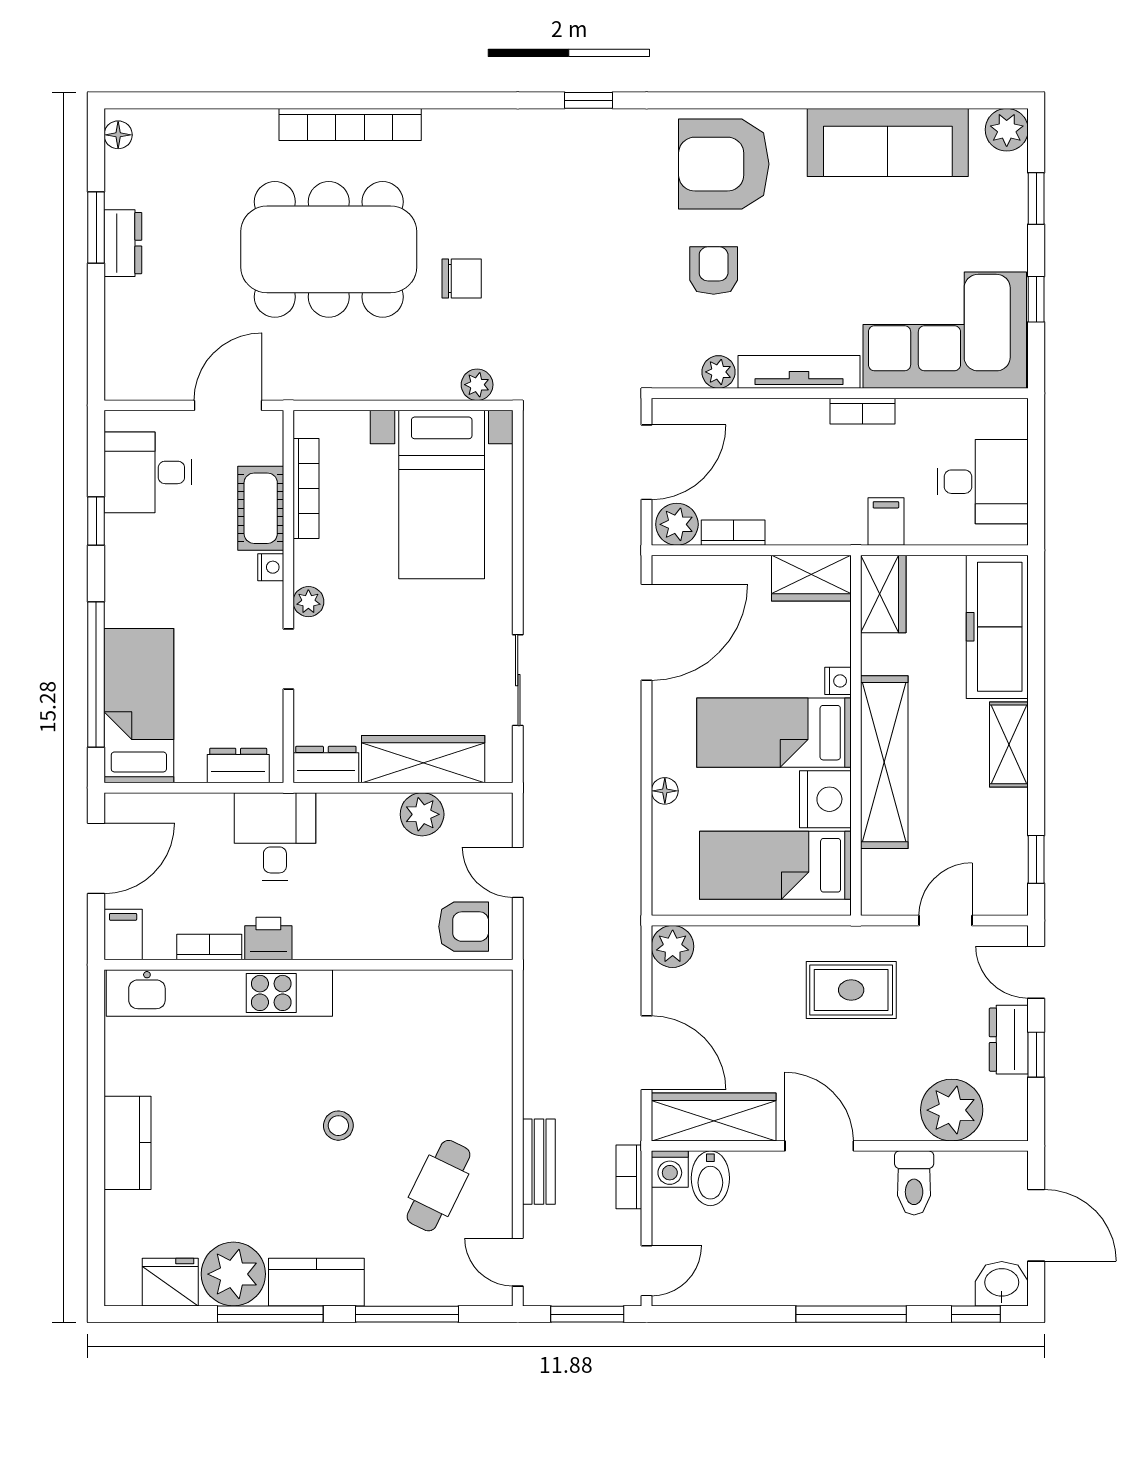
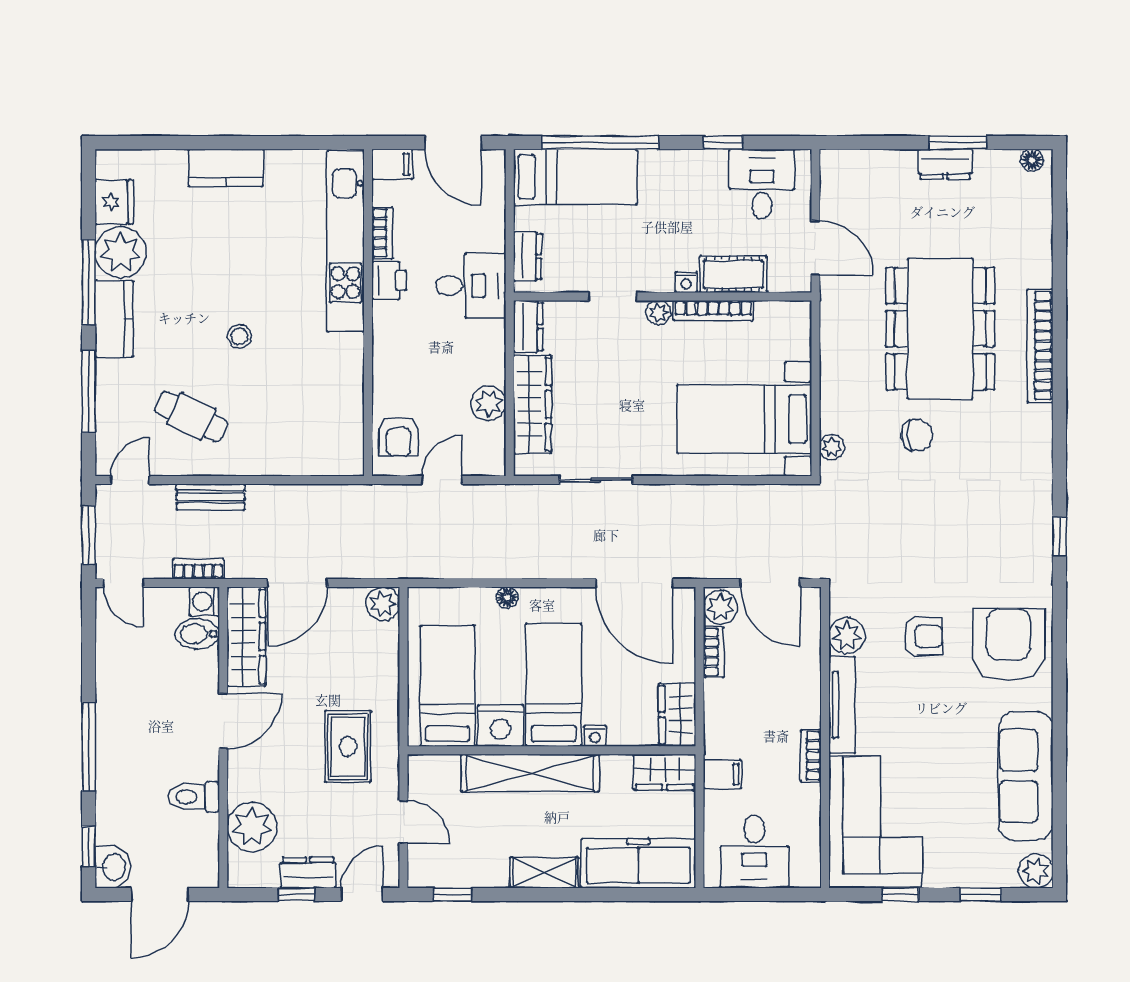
chair: (462, 278) -> (917, 435), turned -94
plant: (718, 372) -> (847, 635), width x1.38, depth x1.38
bookcase: (306, 489) -> (713, 311), moved

